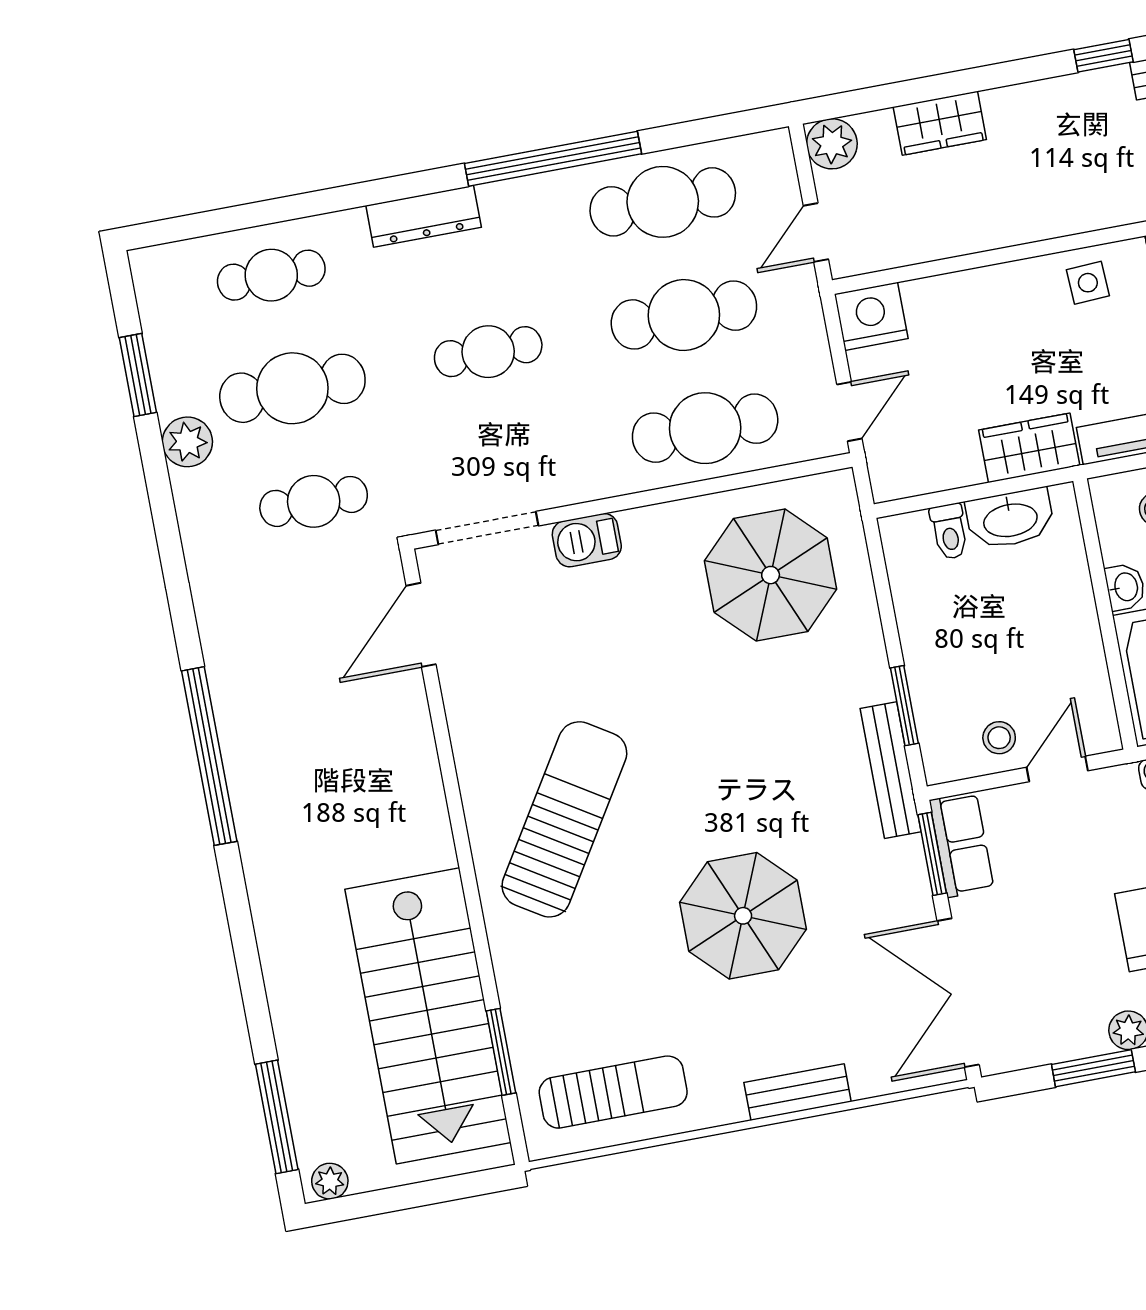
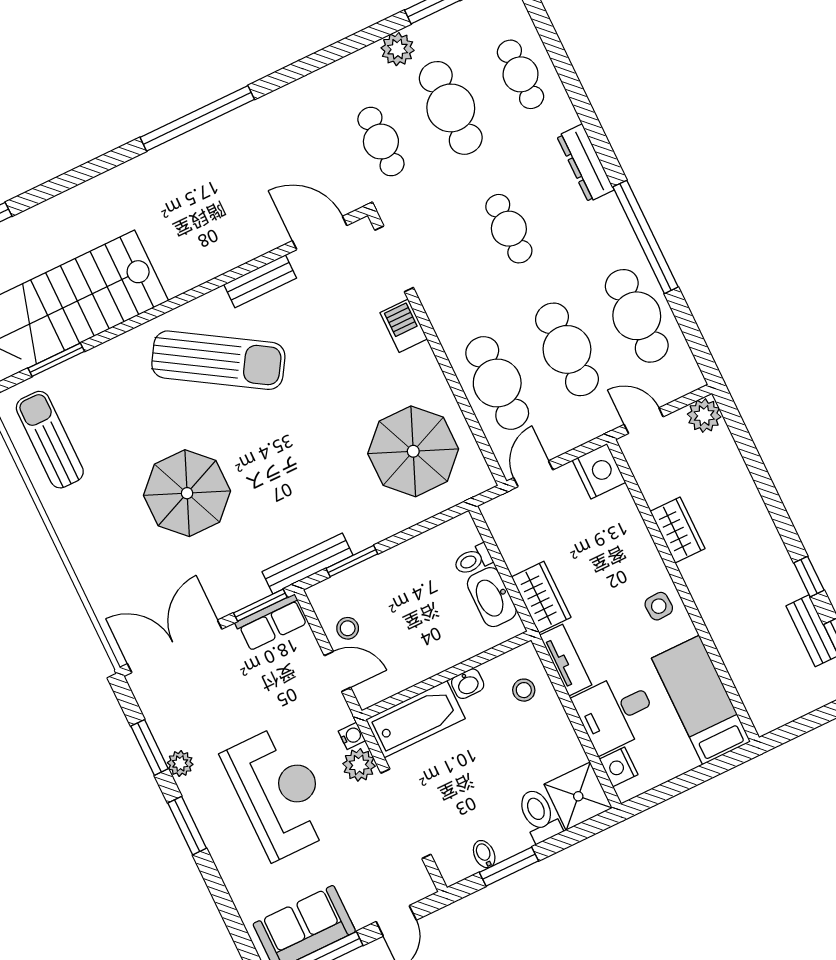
wardrobe: (940, 123) -> (677, 530), moved, turned 180
door: (849, 412) -> (533, 474), swing flipped
sun lounger: (613, 1092) -> (50, 440), turned 180
bench: (798, 1092) -> (260, 281), moved, turned 90

